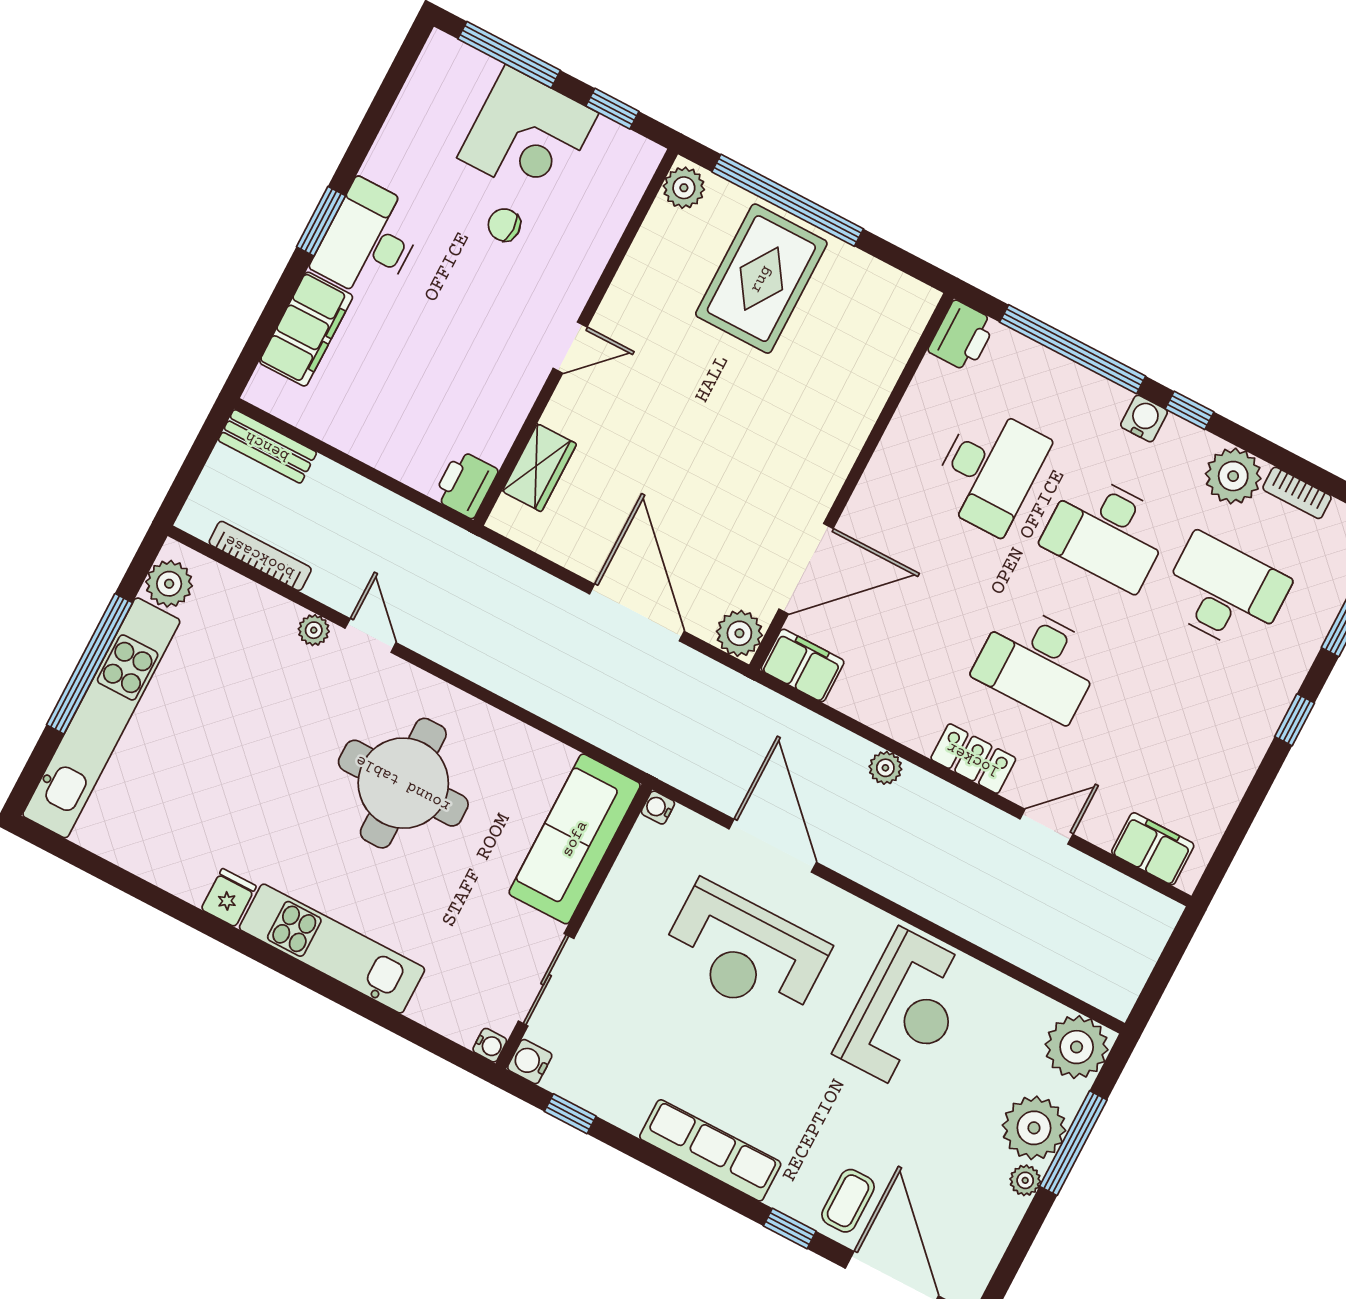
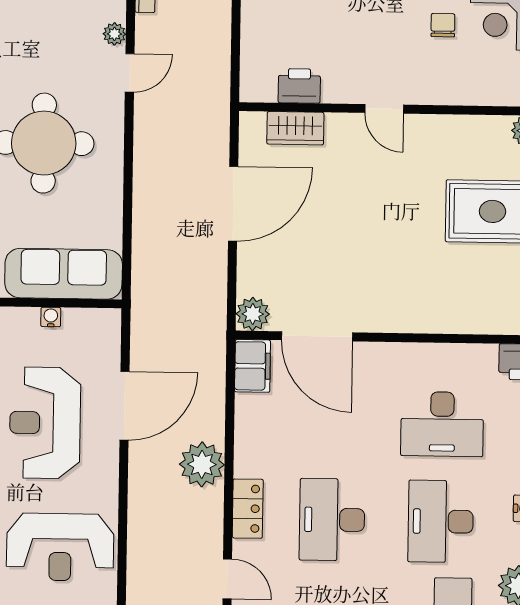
printer: (466, 484) -> (299, 86), moved
door: (637, 613) -> (233, 204), moved
plant: (885, 768) -> (202, 464), width x1.87, depth x1.87
water cooler: (658, 808) -> (51, 317), moved

